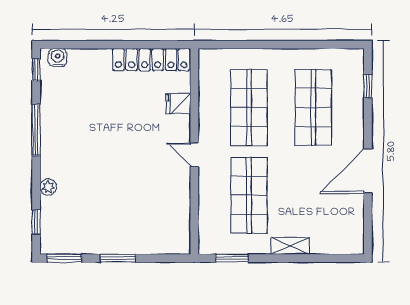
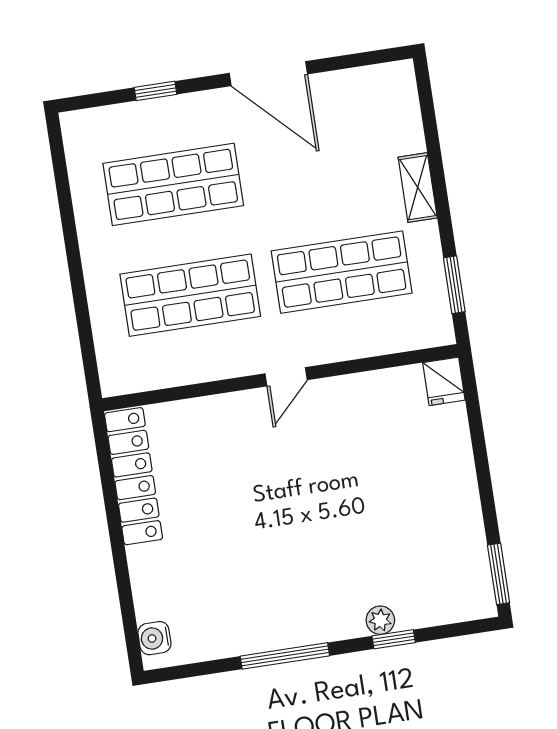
window: (36, 70) -> (181, 672), removed
window: (368, 86) -> (155, 91), moved
fridge: (178, 104) -> (444, 381), moved
window: (36, 222) -> (394, 639), moved
window: (118, 258) -> (484, 481), removed

